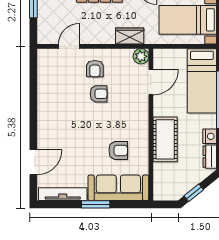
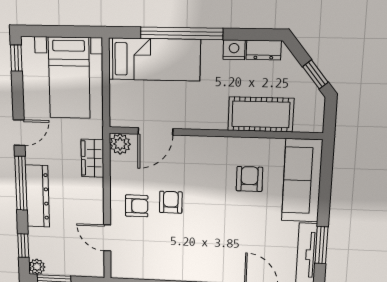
door: (151, 82) -> (155, 131), swing flipped
cot: (165, 139) -> (261, 114), moved
window: (96, 204) -> (321, 245), moved

